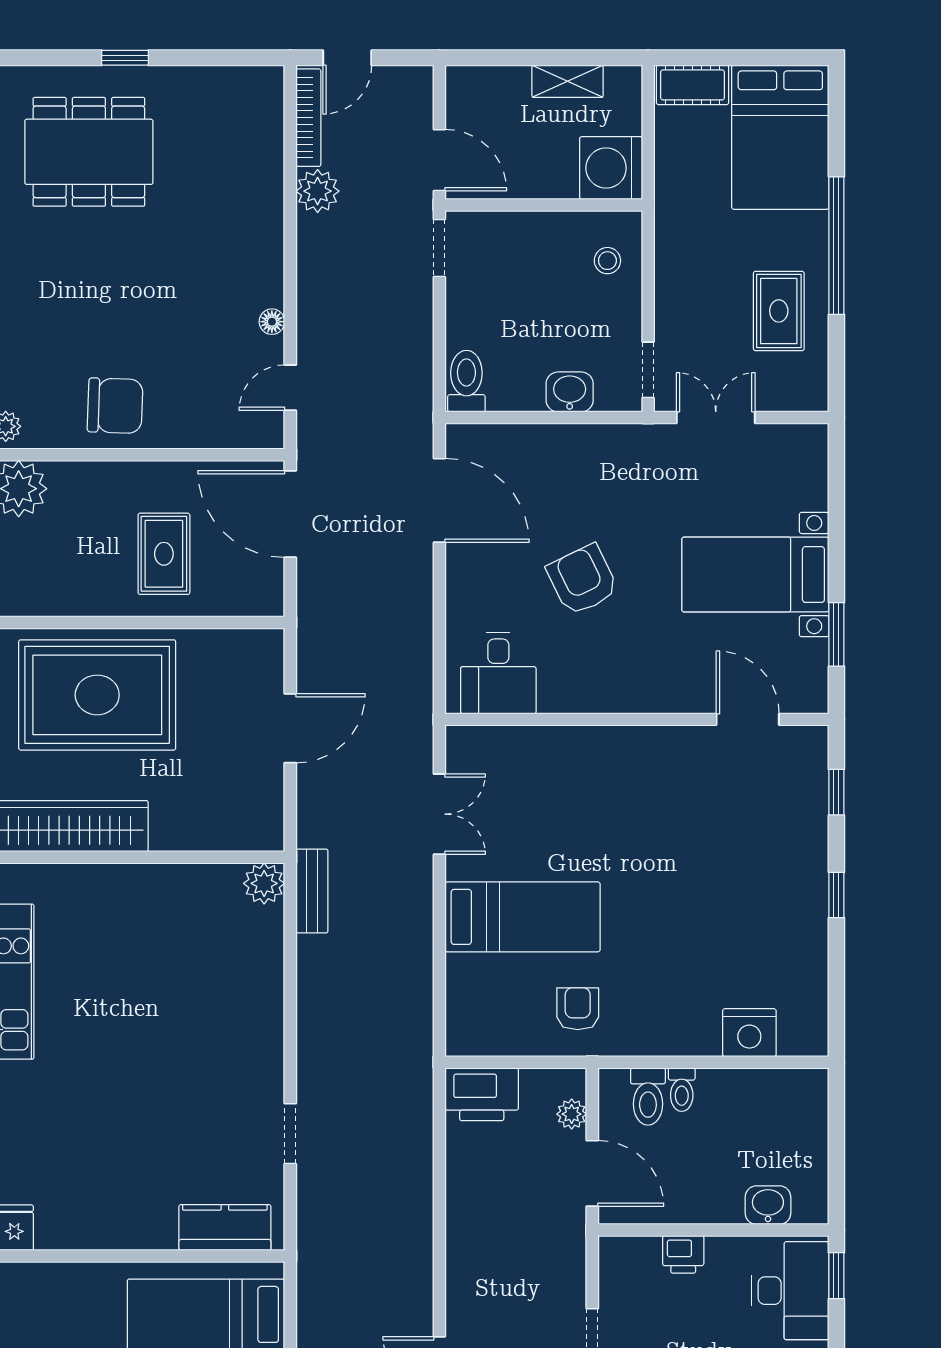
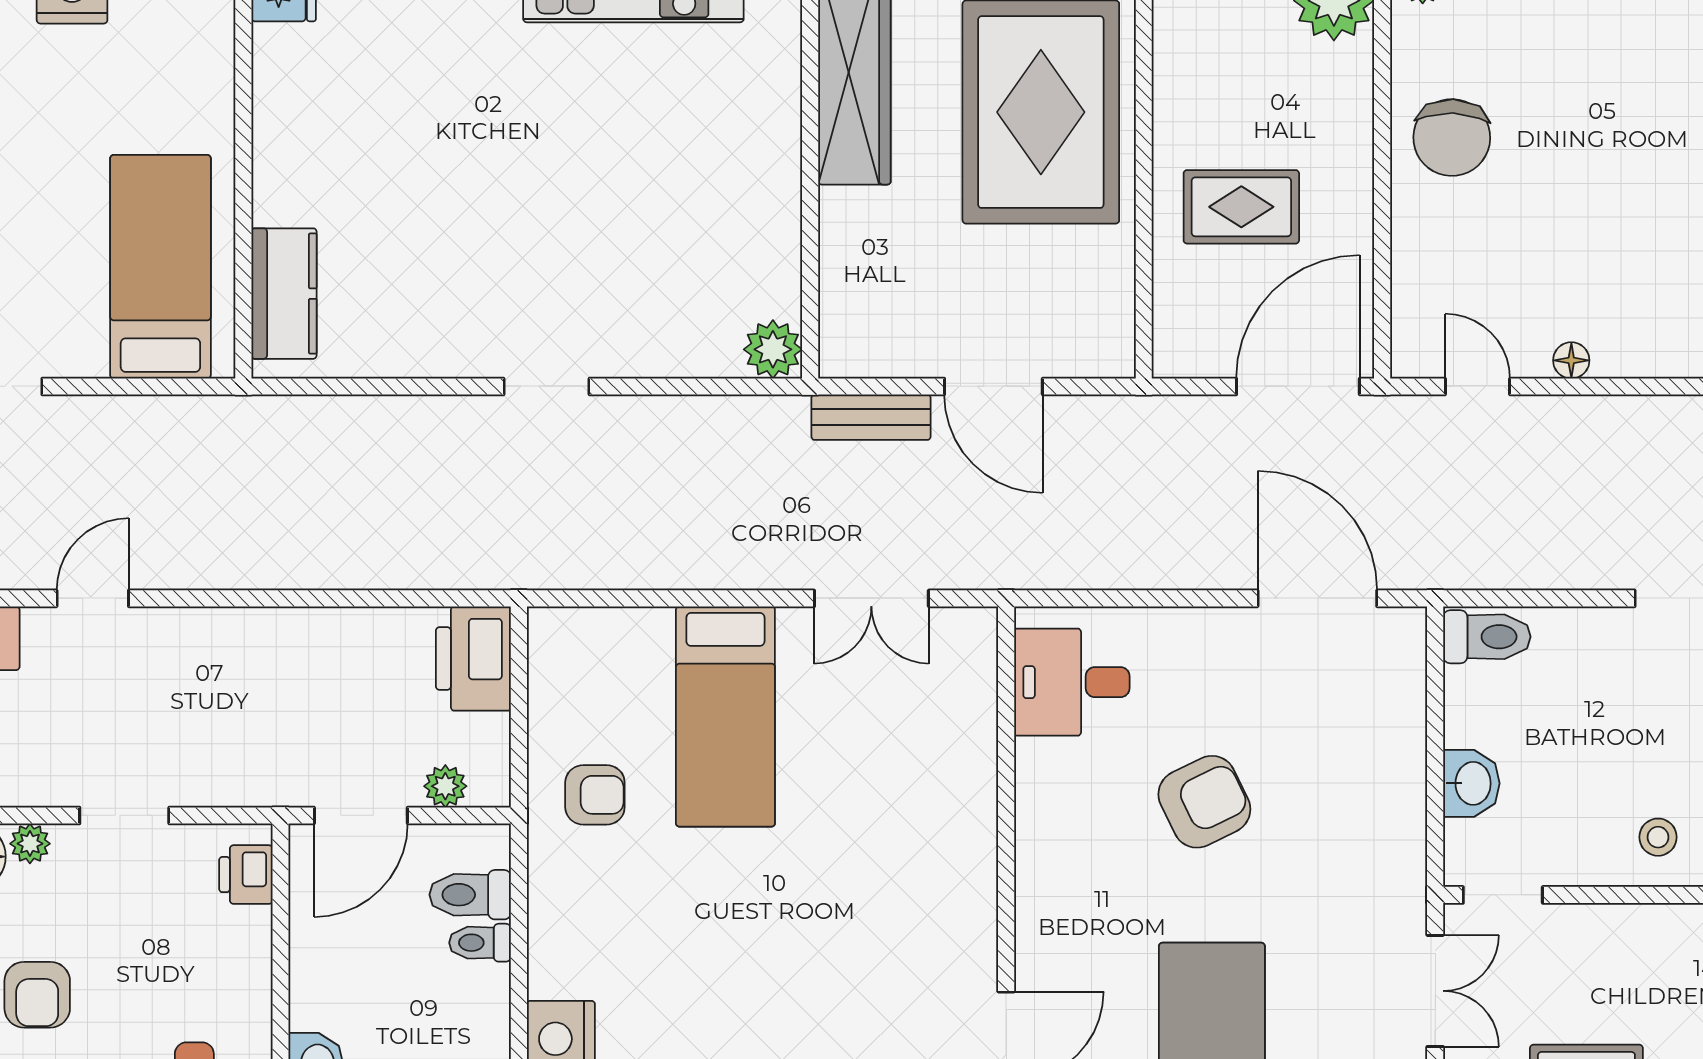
door: (439, 500) -> (1317, 598), swing flipped
bench: (312, 891) -> (871, 417), moved
doorway: (290, 1134) -> (546, 386), moved
printer: (683, 1254) -> (246, 875), moved

